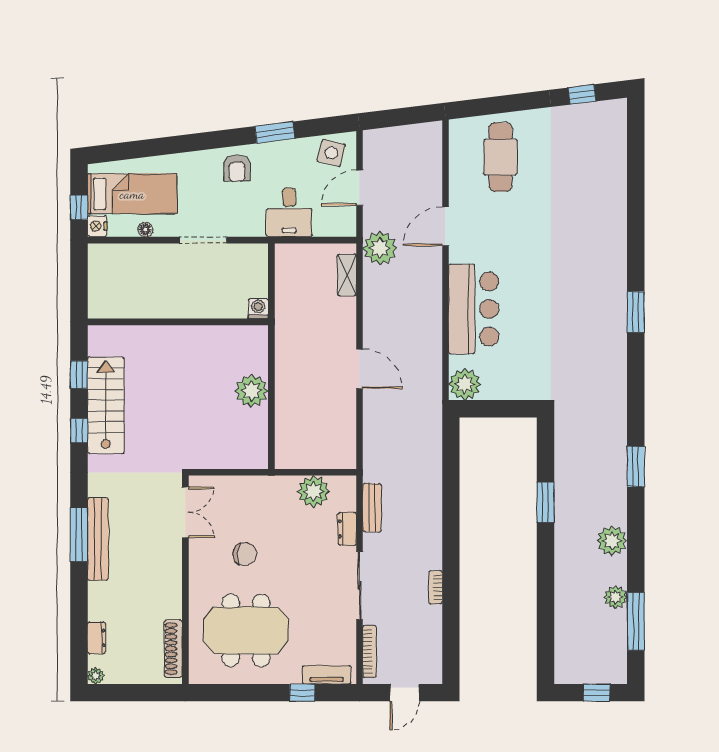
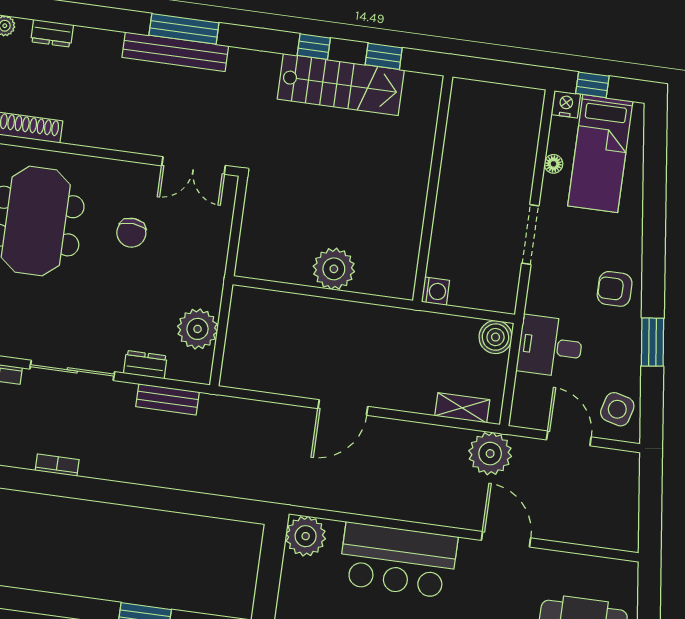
boiler: (288, 256) -> (496, 337), added

